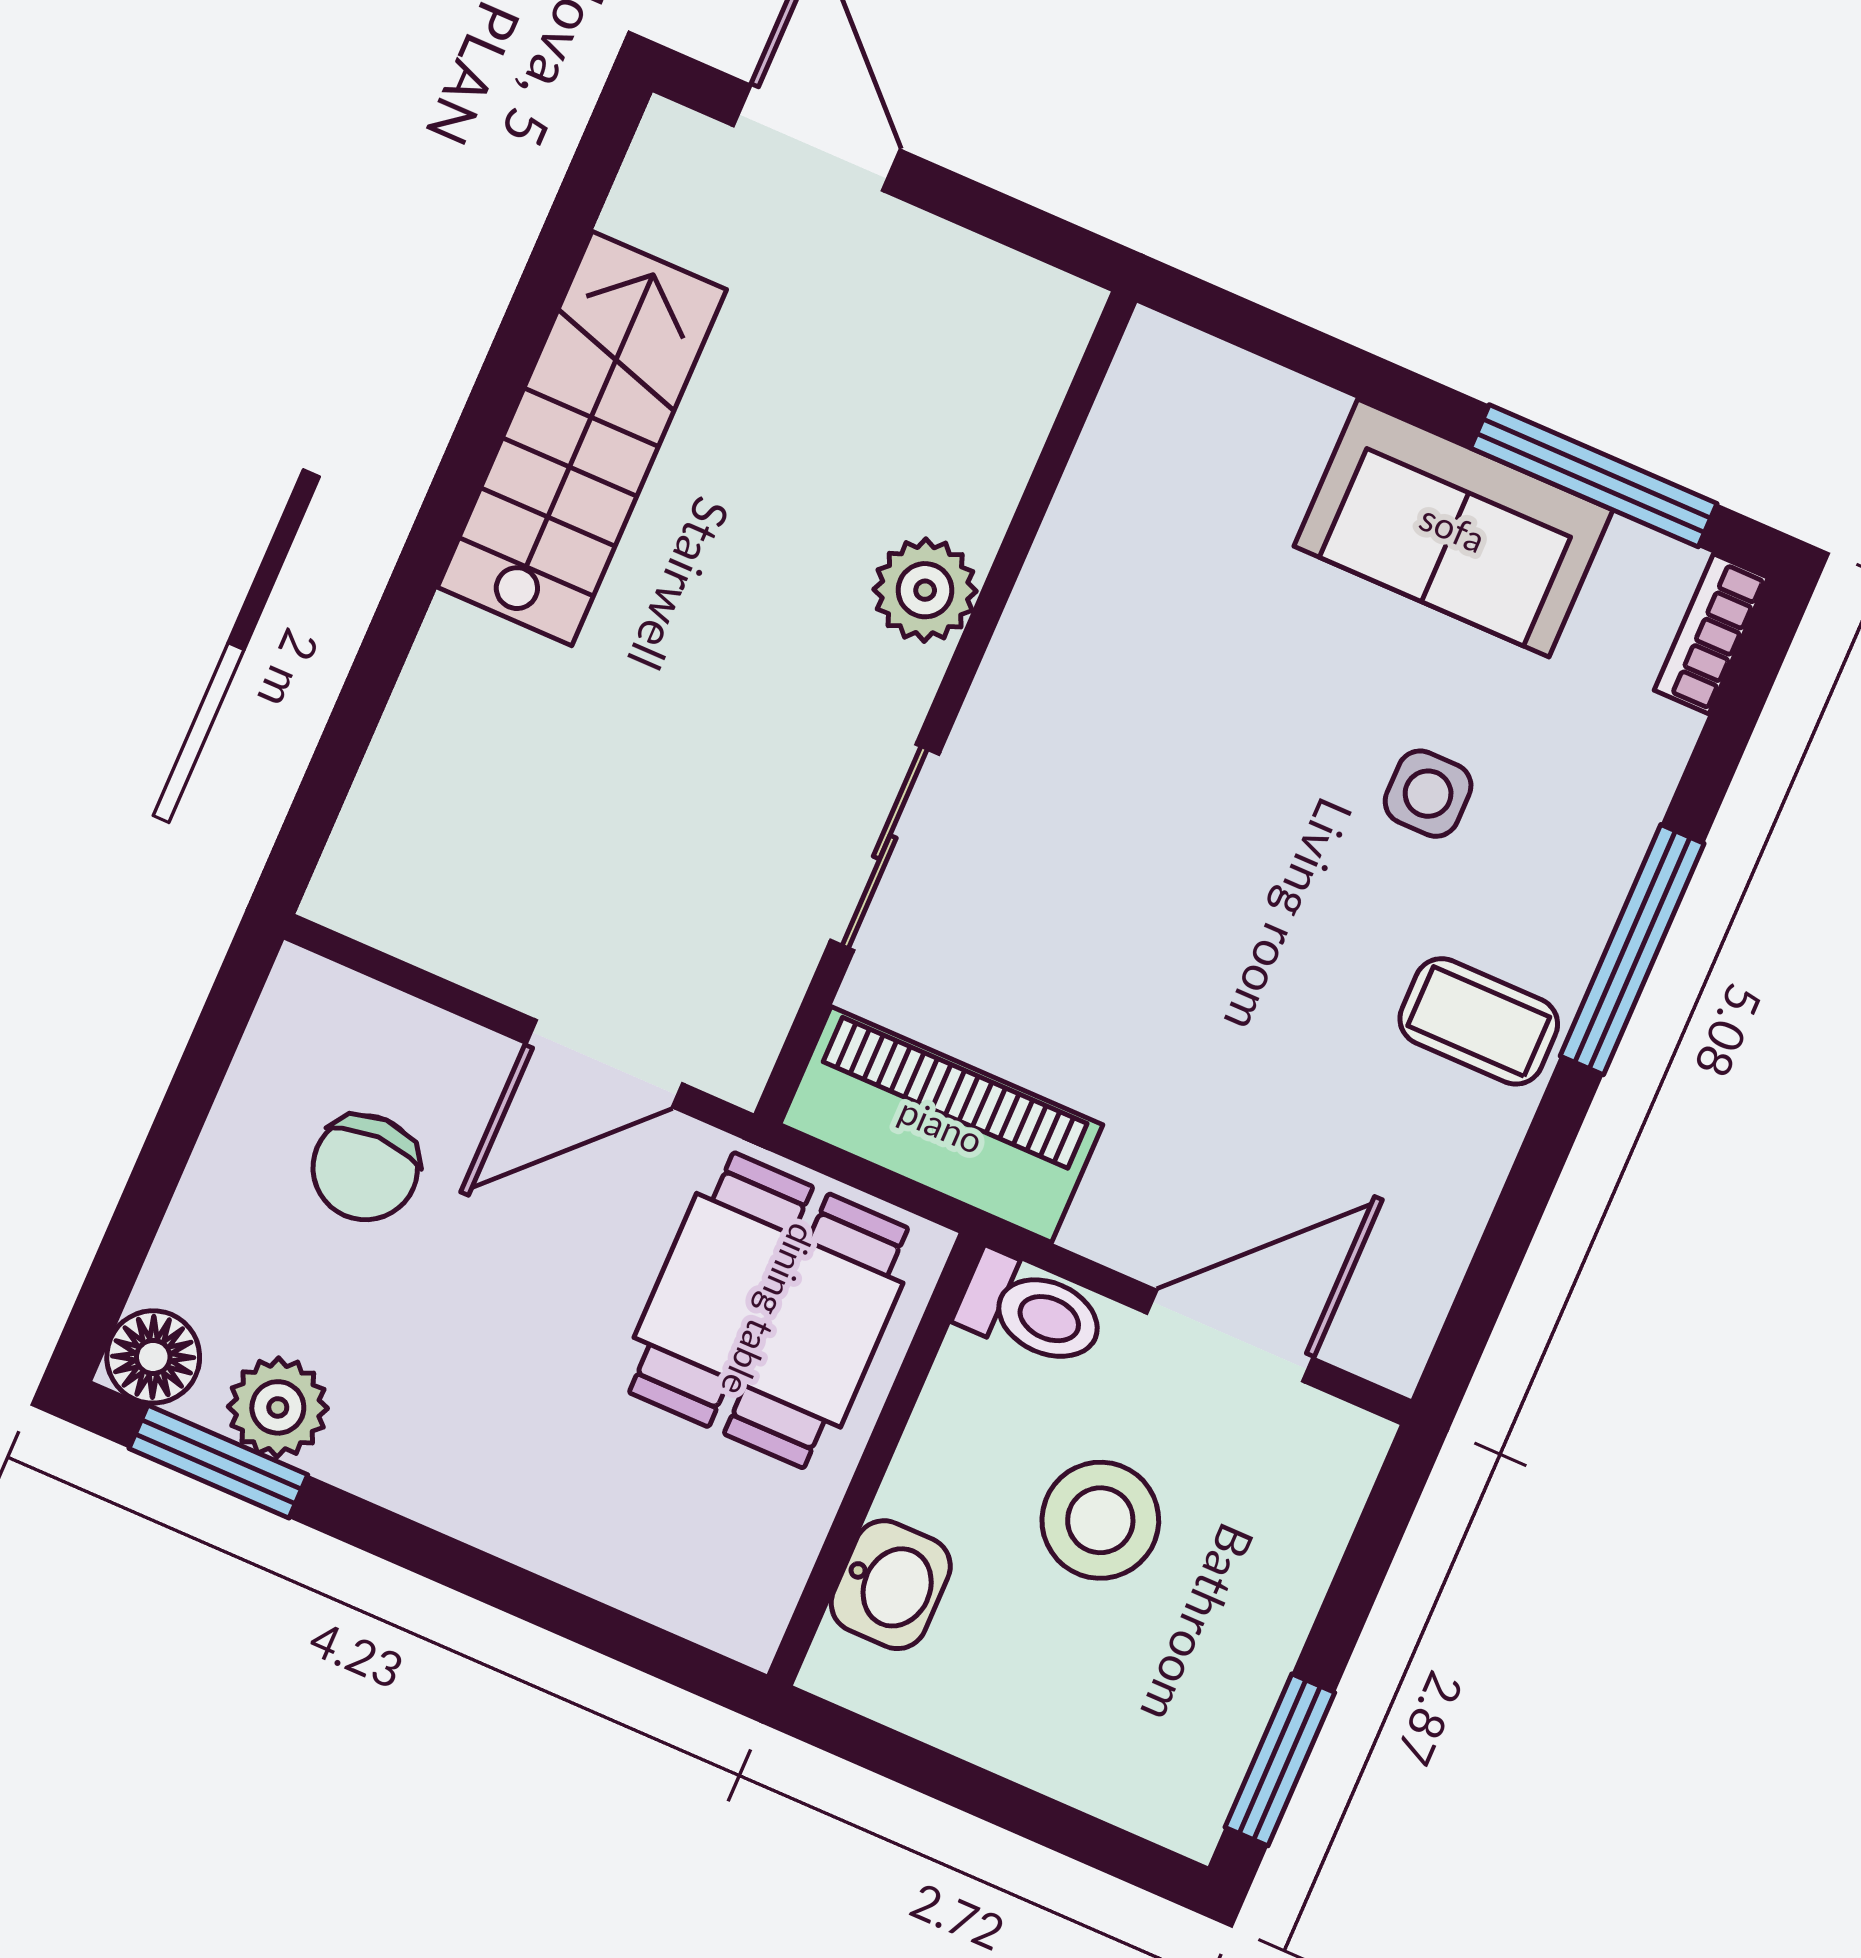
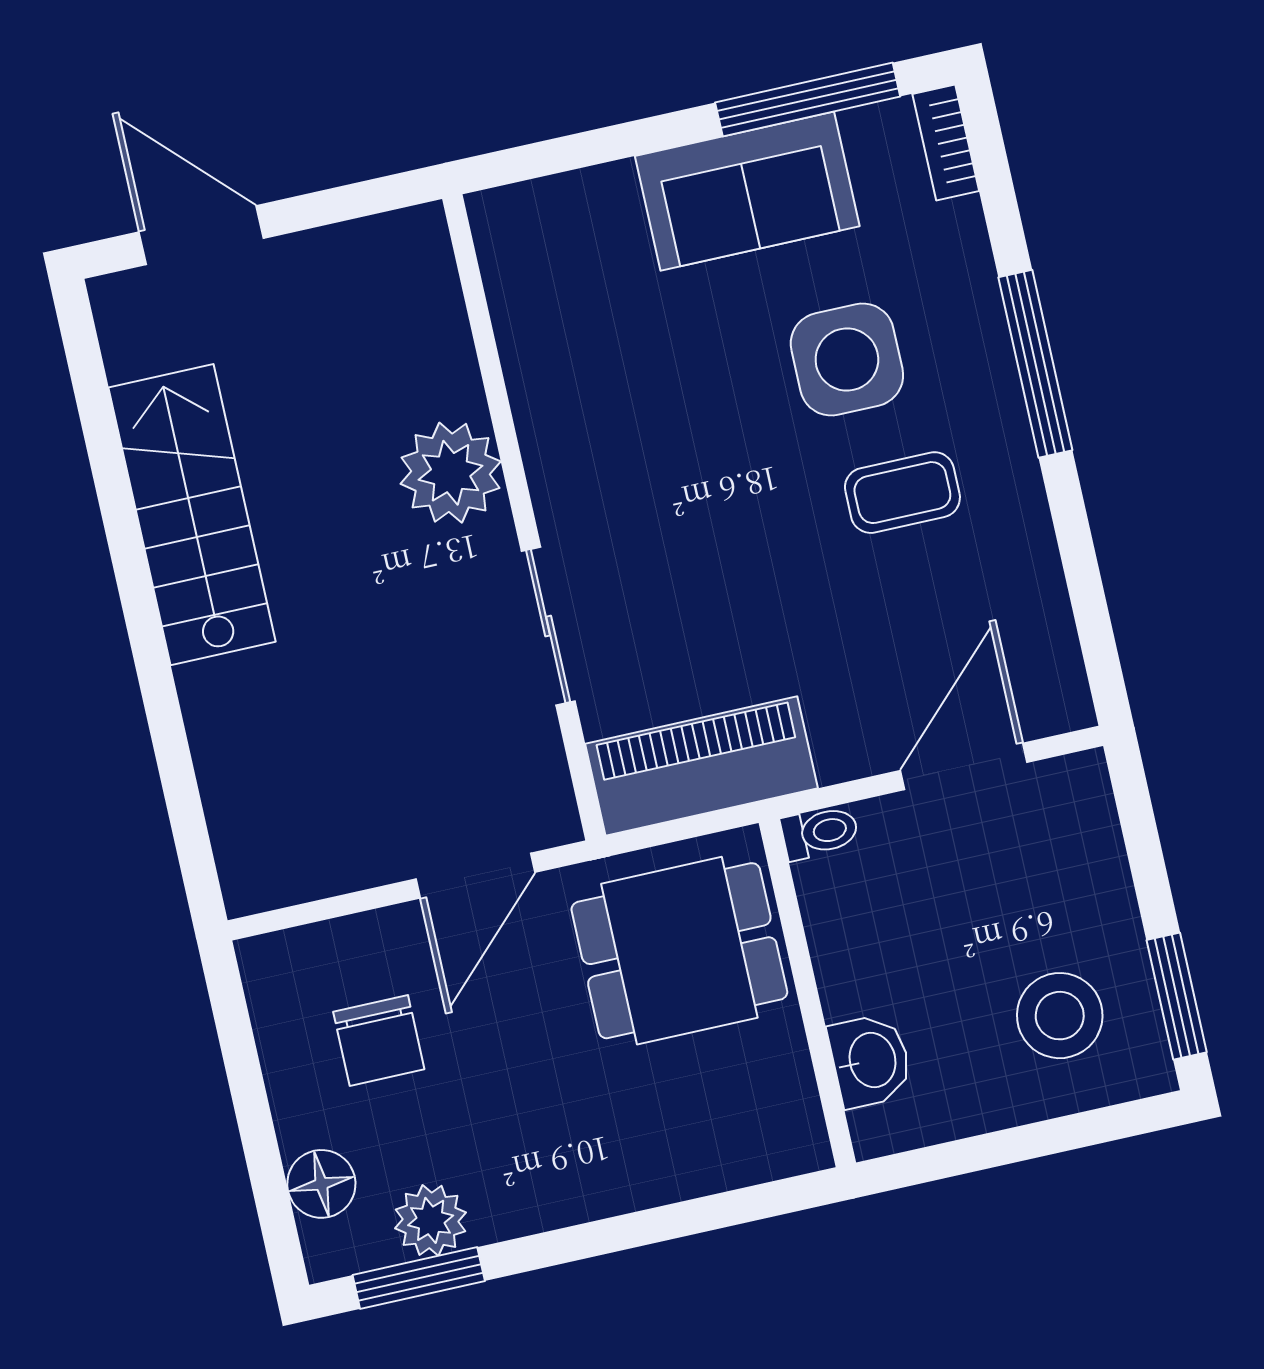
plant: (925, 590) -> (451, 473), width x1.36, depth x1.36
side table: (1428, 794) -> (847, 359), width x1.87, depth x1.87
coffee table: (1479, 1021) -> (902, 493), moved
dining table: (769, 1310) -> (679, 951), turned 90
toilet: (1031, 1311) -> (820, 832), width x0.73, depth x0.72
floor lamp: (153, 1357) -> (321, 1184), moved
stool: (1100, 1520) -> (1060, 1016), moved

